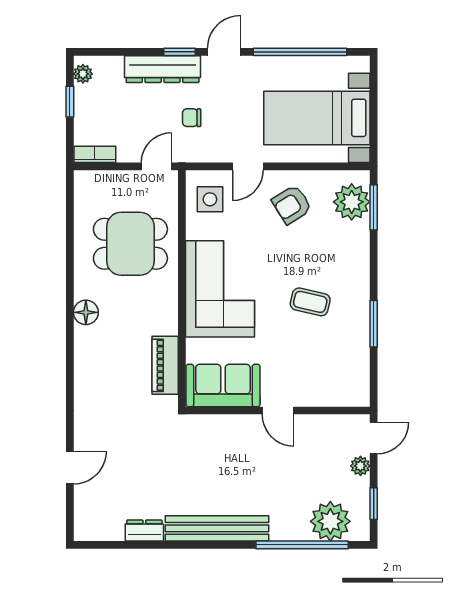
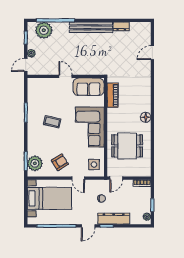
door: (248, 166) -> (78, 178), swing flipped

